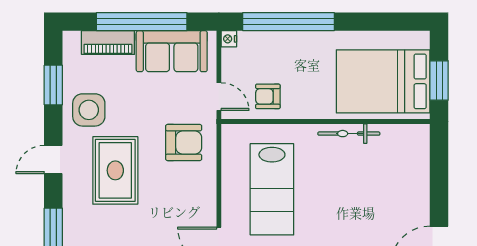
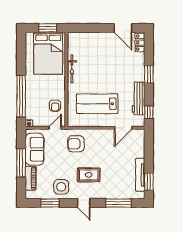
window: (142, 22) -> (21, 163), width x0.68
armchair: (184, 142) -> (76, 144), turned -90
rug: (115, 170) -> (89, 175), width x0.73, depth x0.70
lab bench: (272, 189) -> (97, 104), turned 180

